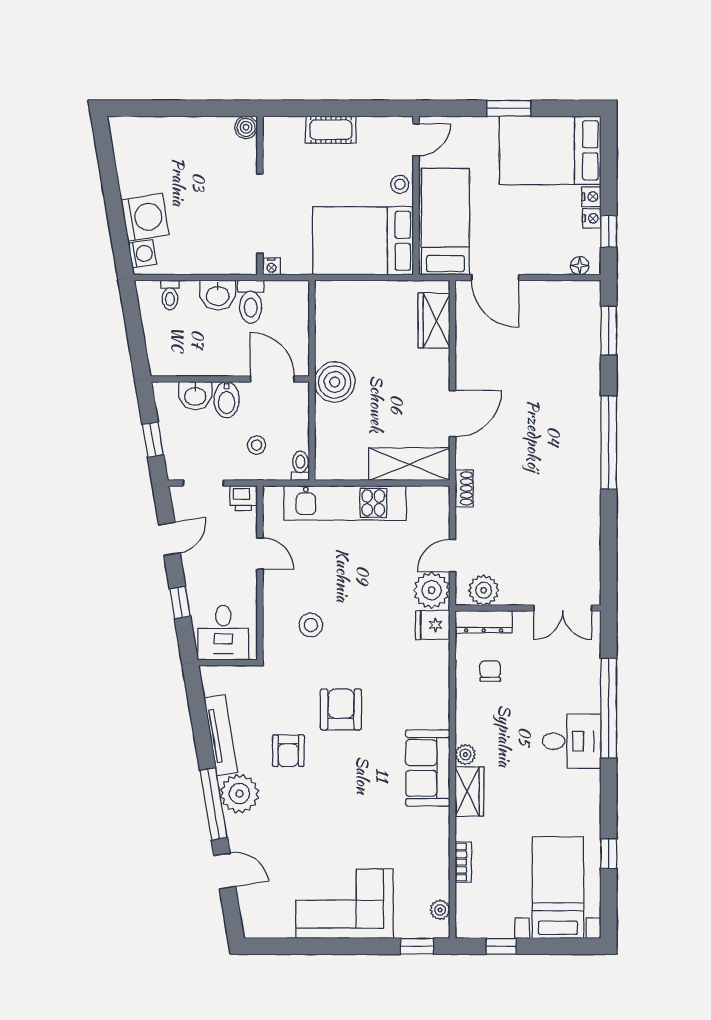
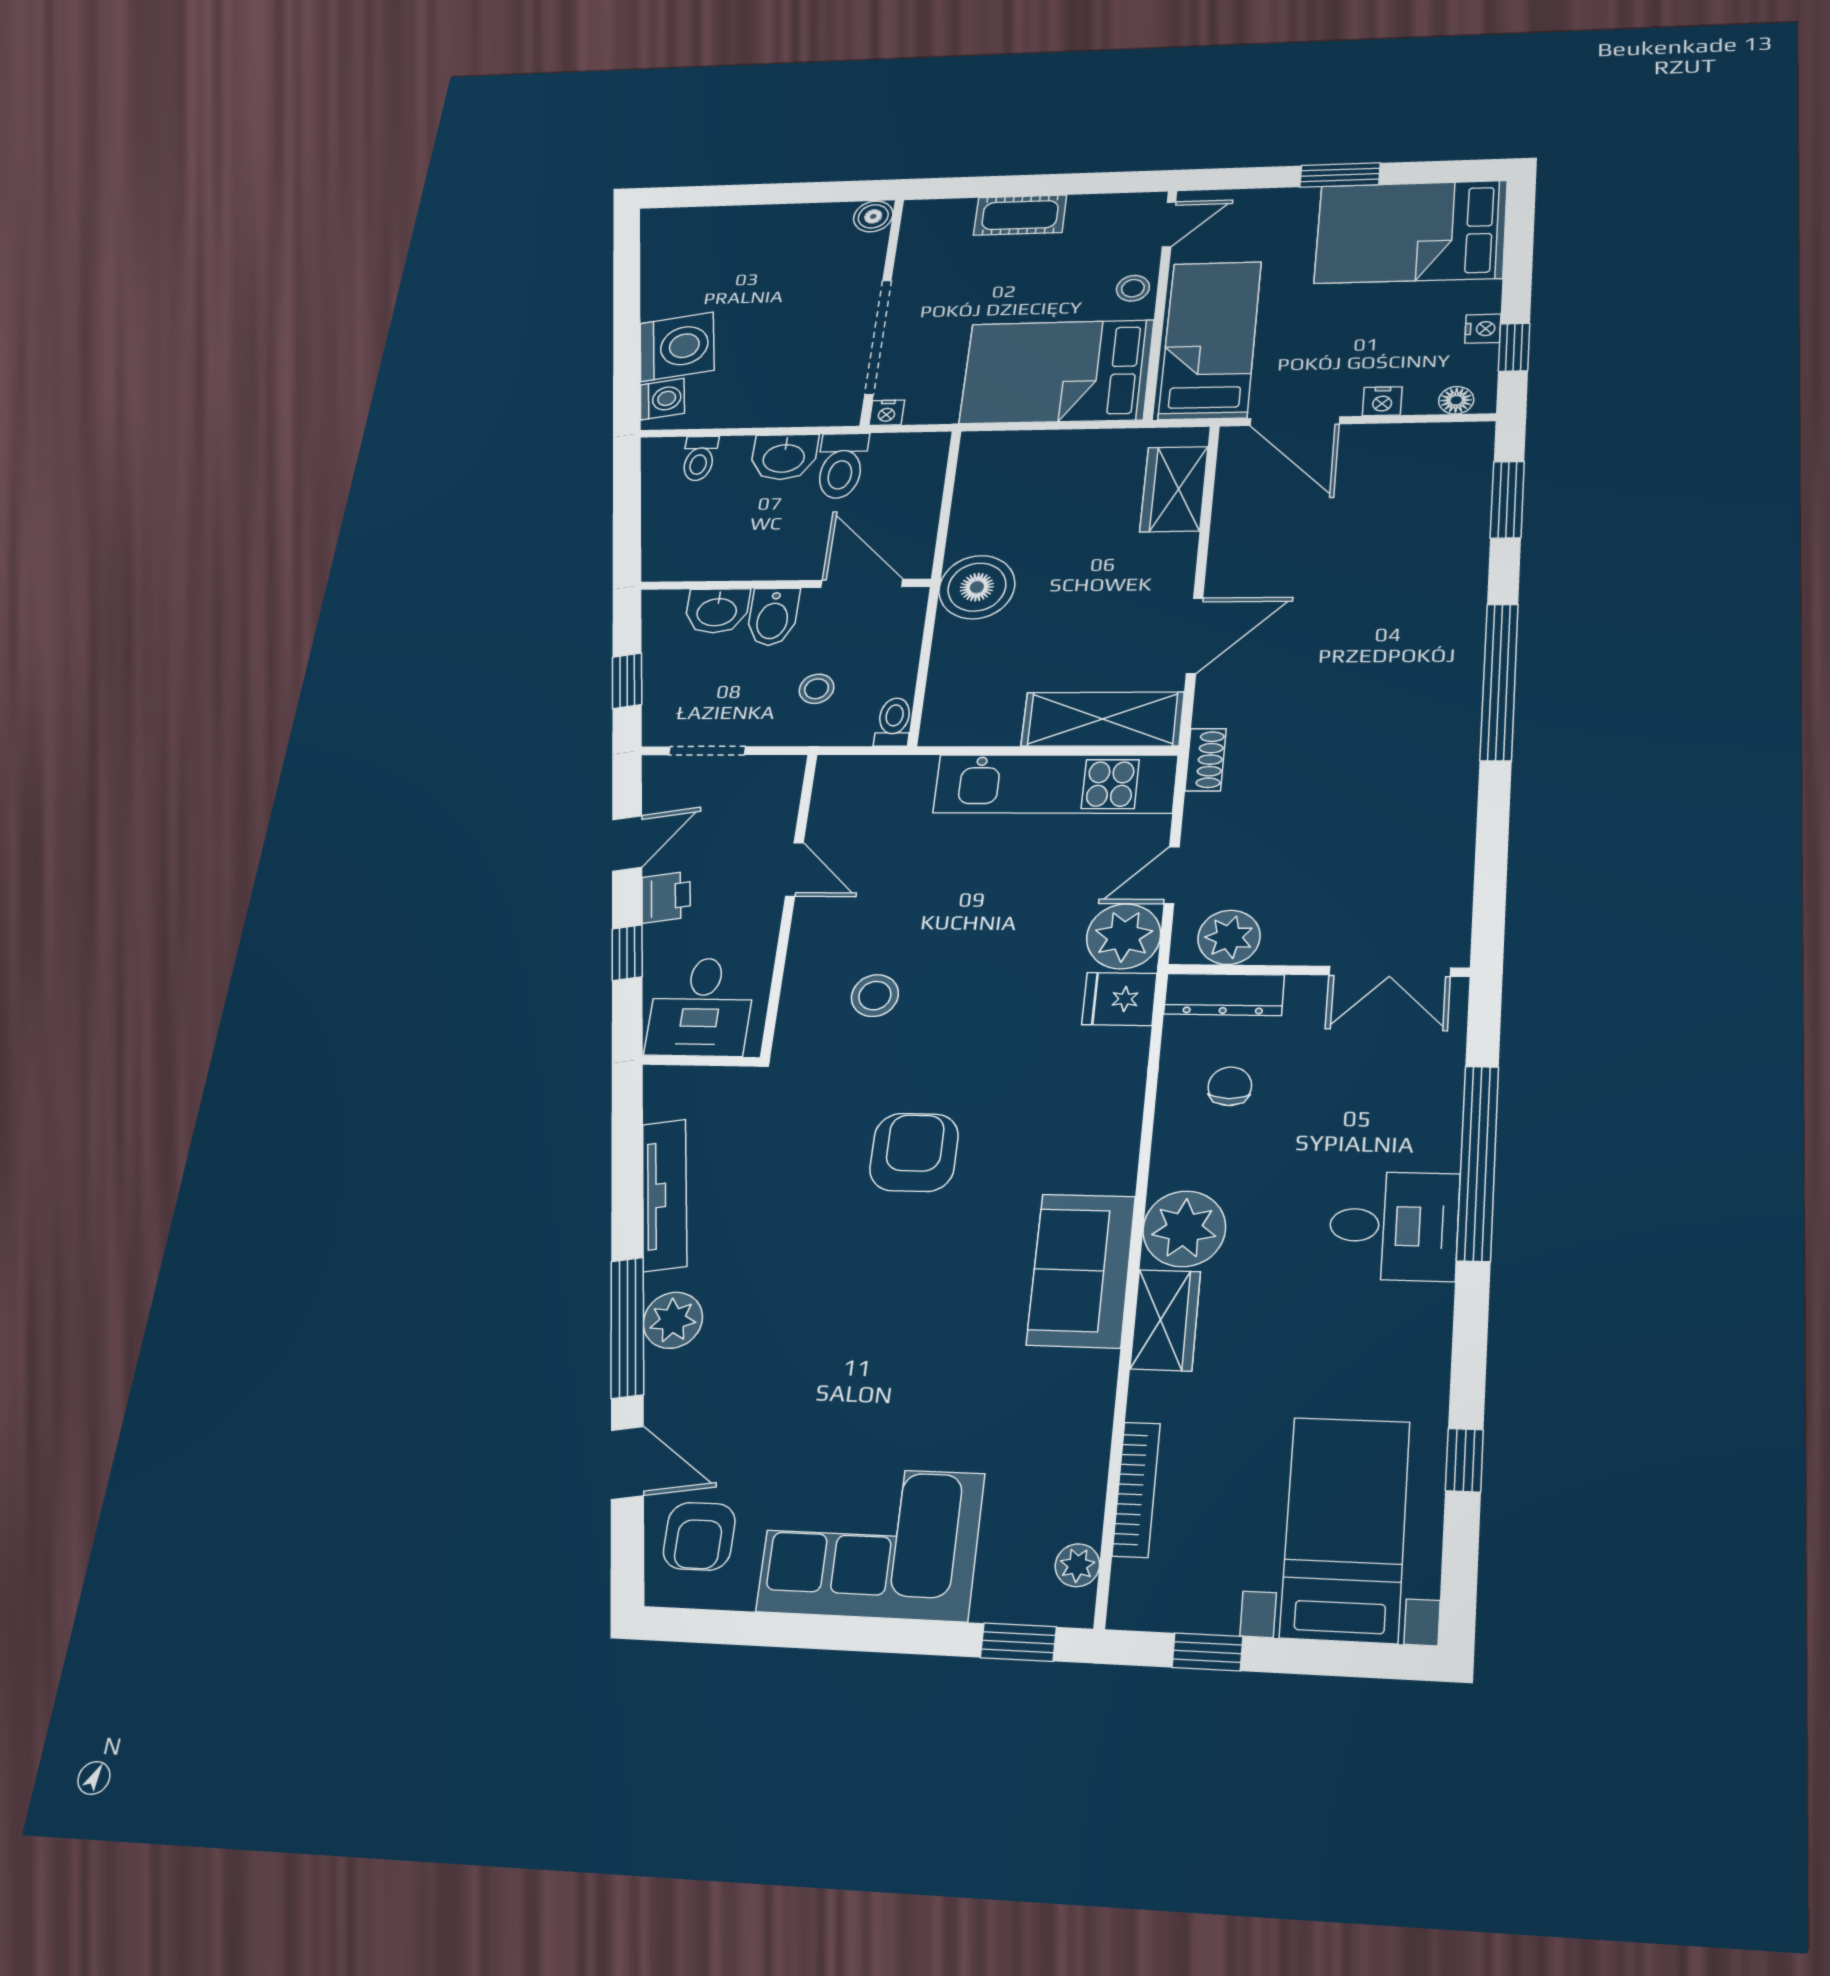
nightstand: (591, 197) -> (1382, 401), moved, turned 90
printer: (244, 498) -> (666, 897), moved, turned -99
kitchen unit: (345, 503) -> (1055, 784), moved
armchair: (288, 751) -> (699, 1536), moved
plant: (465, 755) -> (1184, 1229), width x1.88, depth x1.88
plant: (239, 794) -> (673, 1320), width x0.73, depth x0.73
bookcase: (463, 862) -> (1136, 1489), width x1.56

